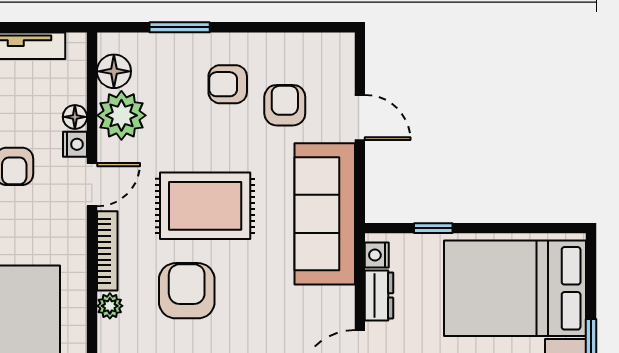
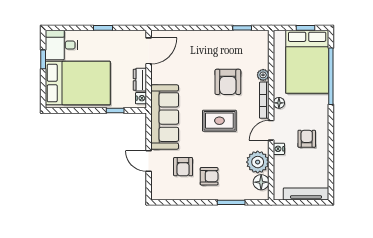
floor lamp: (75, 117) -> (279, 103), moved
rug: (205, 206) -> (219, 121), width x0.73, depth x0.70

